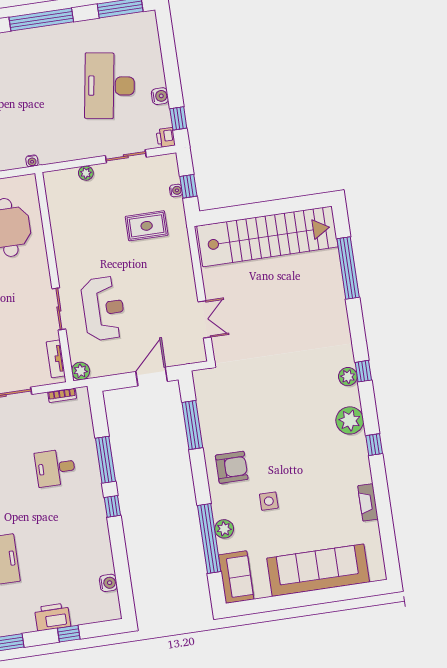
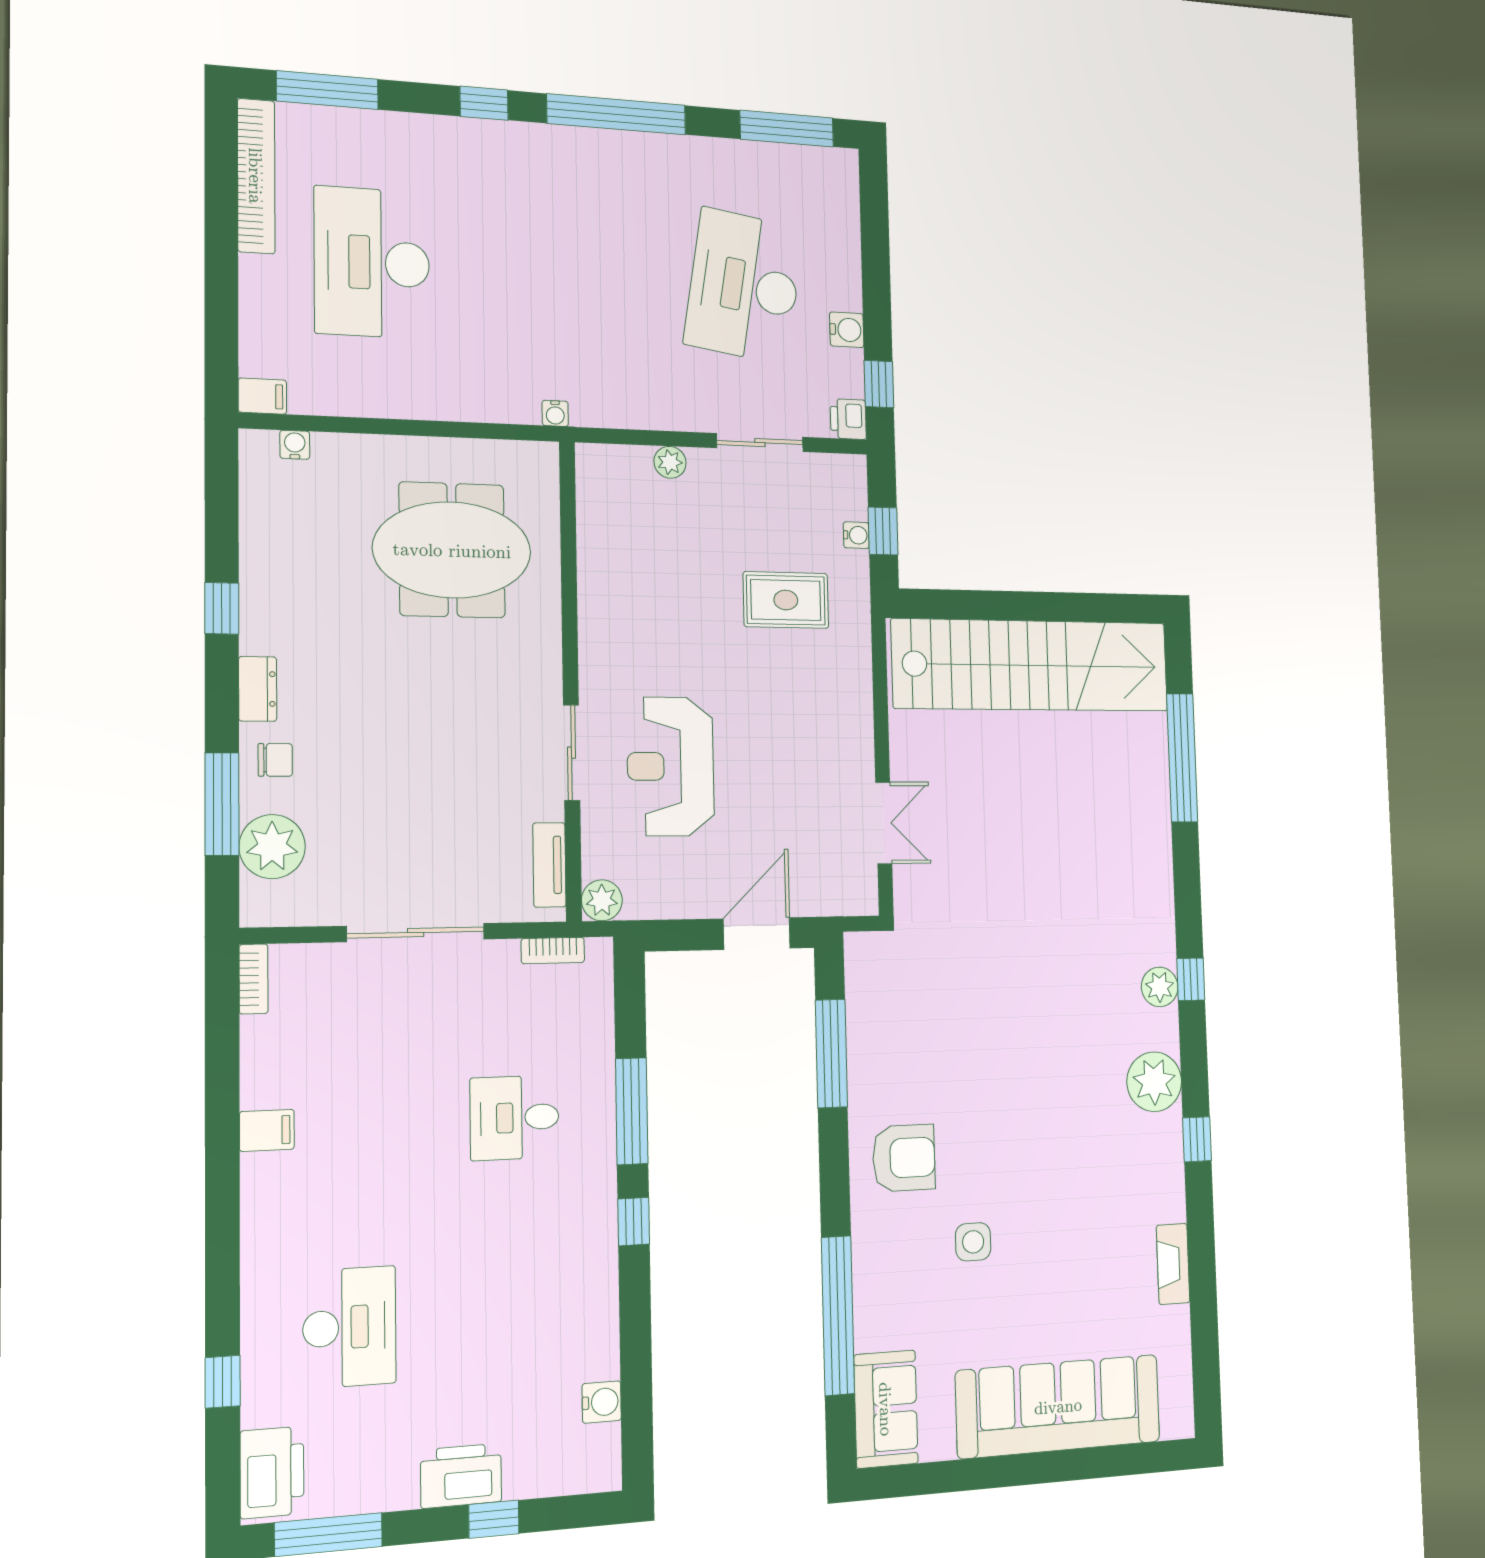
reception desk: (103, 308) -> (671, 766), turned 180
plant: (224, 529) -> (872, 1296), removed

